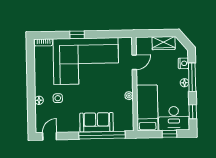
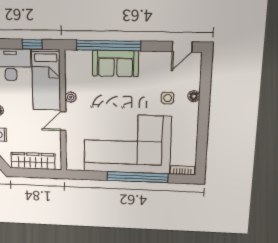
window: (77, 35) -> (137, 177), width x3.17
wardrobe: (164, 43) -> (33, 161), width x1.50
door: (134, 62) -> (63, 121), moved
window: (169, 134) -> (32, 44), moved

